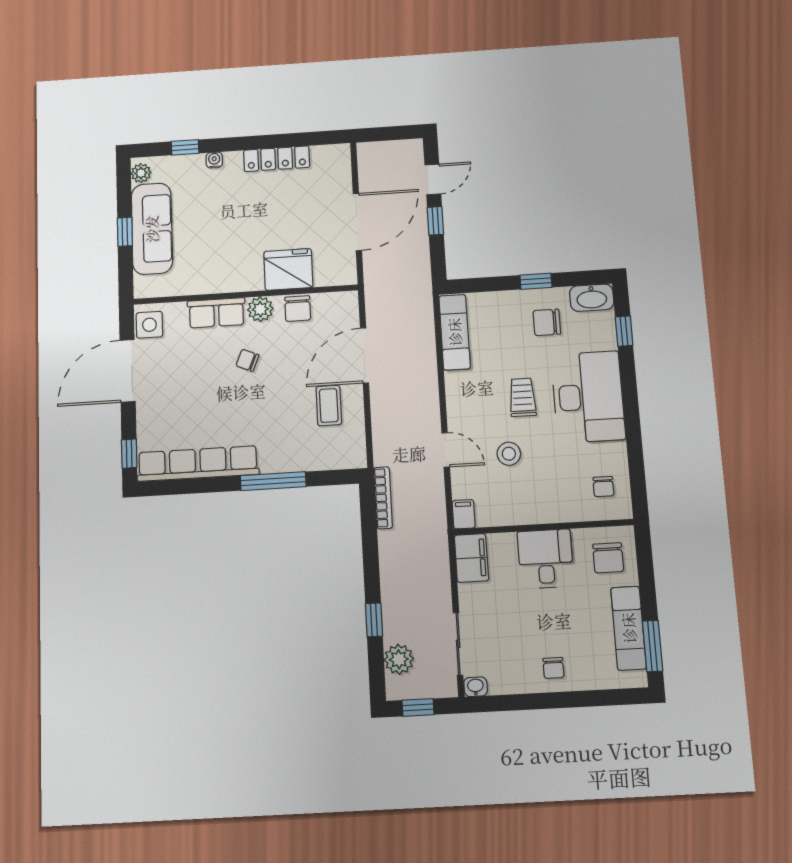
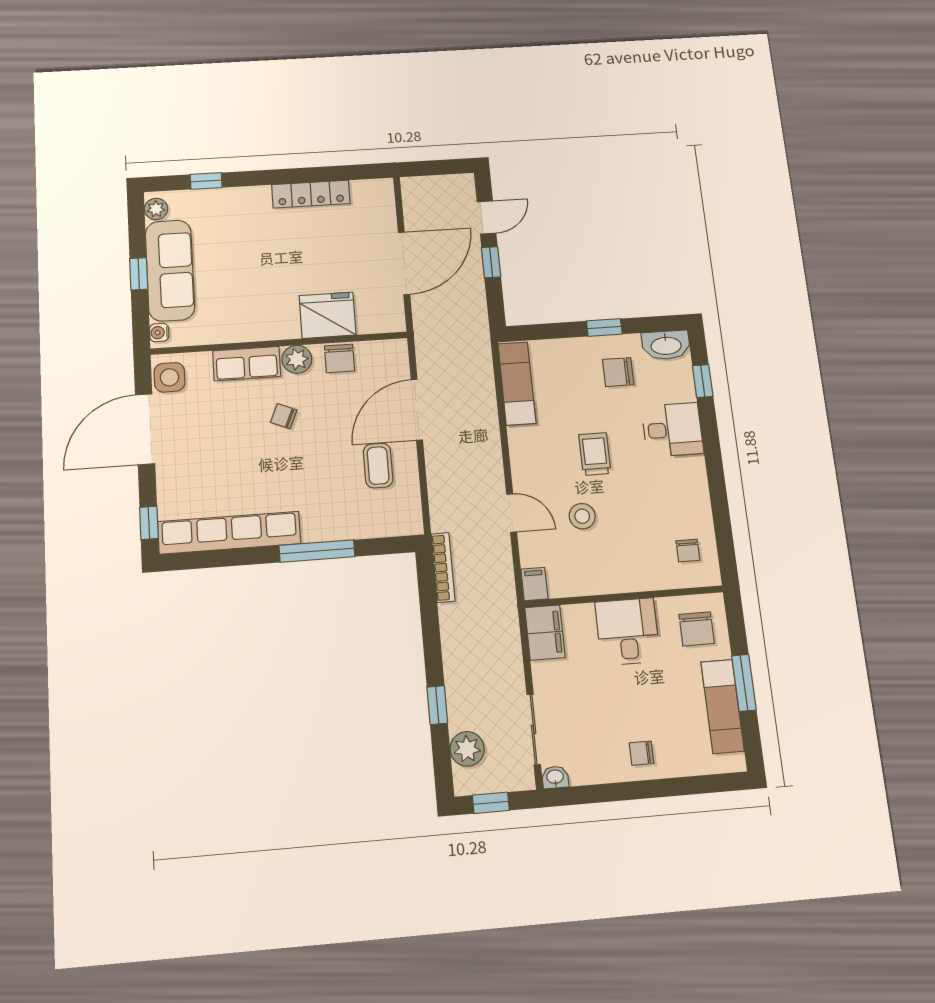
water cooler: (214, 160) -> (159, 333), moved, turned -90
desk: (588, 397) -> (672, 430), width x0.53, depth x0.77
window: (653, 646) -> (744, 683), moved
chair: (553, 668) -> (641, 753), turned 90

